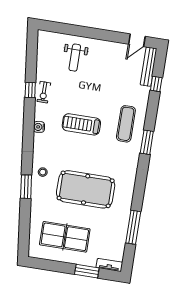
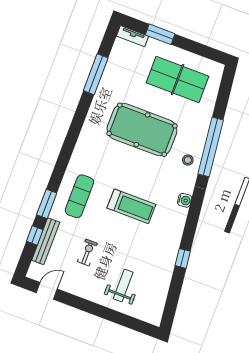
bench: (149, 67) -> (46, 241), moved
exercise bike: (44, 92) -> (87, 252), moved
water cooler: (39, 127) -> (185, 200), moved
window: (147, 142) -> (47, 204), moved
window: (26, 187) -> (211, 147), width x2.11

